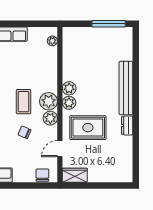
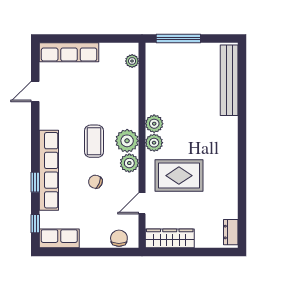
window: (109, 24) -> (178, 38), moved
bench: (126, 88) -> (229, 80), moved
dresser: (127, 125) -> (231, 232), moved
wardrobe: (75, 175) -> (170, 238), width x1.50

